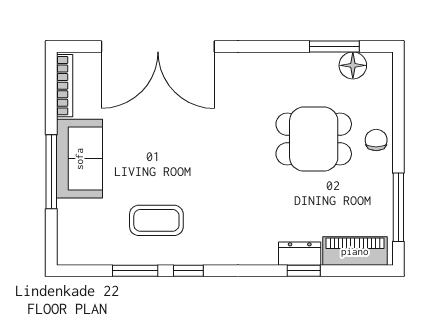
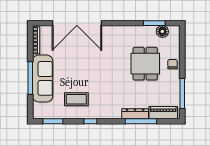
dining table: (314, 139) -> (145, 64), turned 90
sofa: (79, 159) -> (43, 78), width x1.36
dresser: (300, 254) -> (135, 114), width x1.44
window: (135, 271) -> (53, 121), moved
window: (304, 271) -> (141, 121), width x2.17

